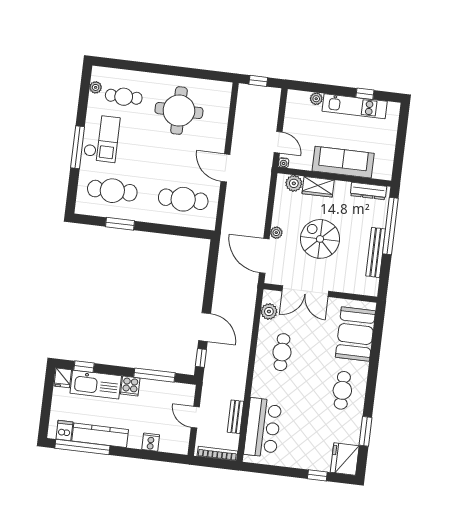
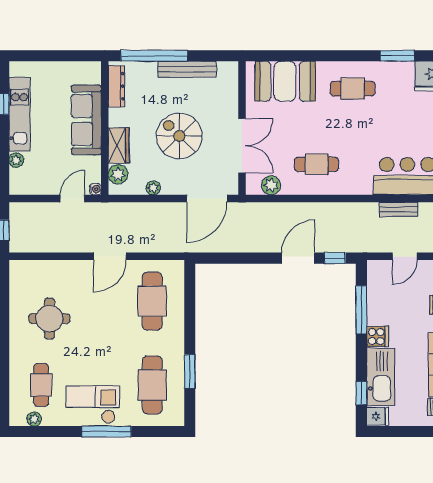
round table: (179, 111) -> (49, 319), width x0.73, depth x0.73
plant: (276, 233) -> (153, 188), moved
spiral stairs: (320, 239) -> (179, 136), turned 90

